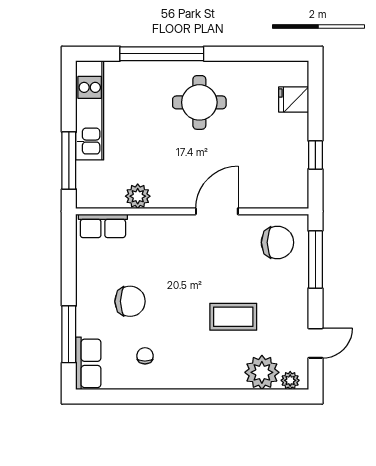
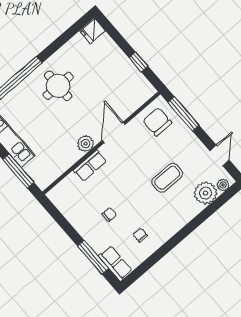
fridge: (294, 100) -> (93, 31), moved
plant: (138, 196) -> (86, 144), moved
row of seats: (103, 226) -> (90, 166), moved
chair: (277, 242) -> (157, 122), turned -91
chair: (130, 301) -> (109, 214), width x0.54, depth x0.54

